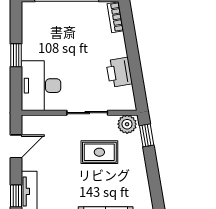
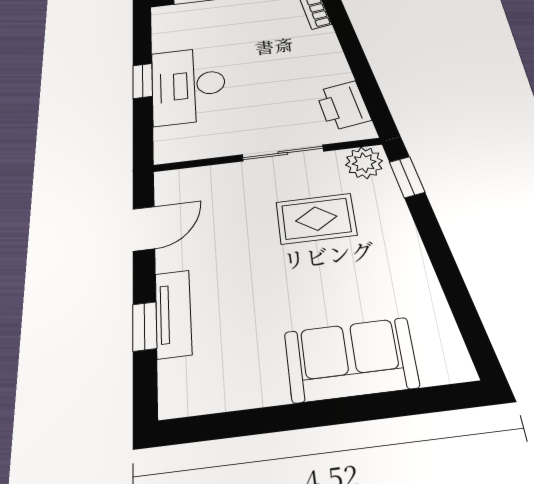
printer: (119, 72) -> (343, 106), moved
desk: (41, 86) -> (188, 85), moved

